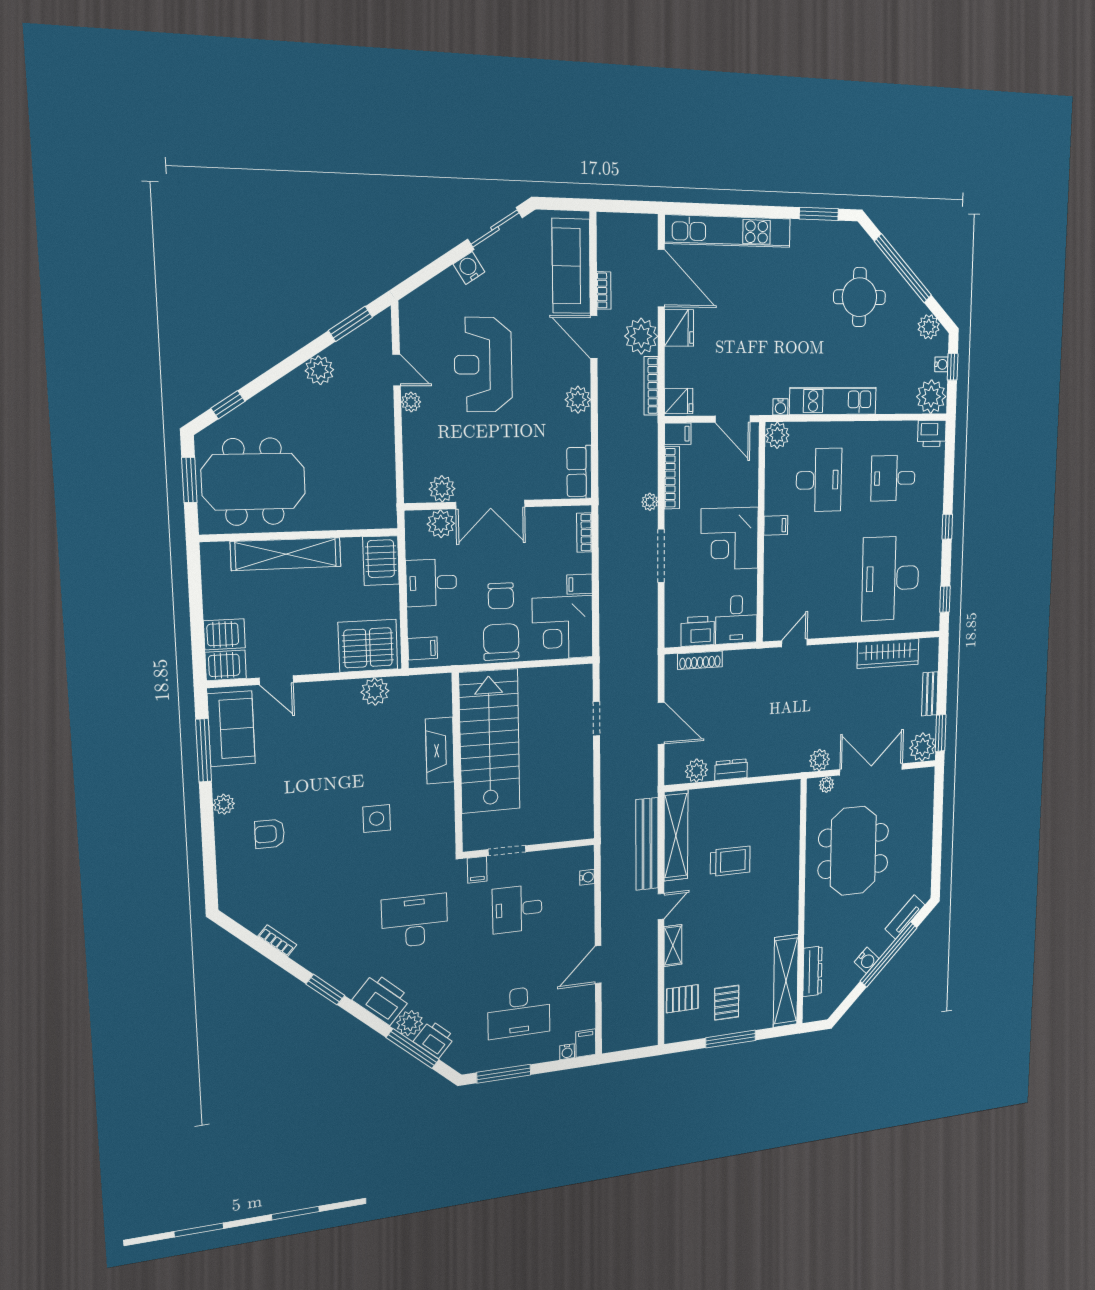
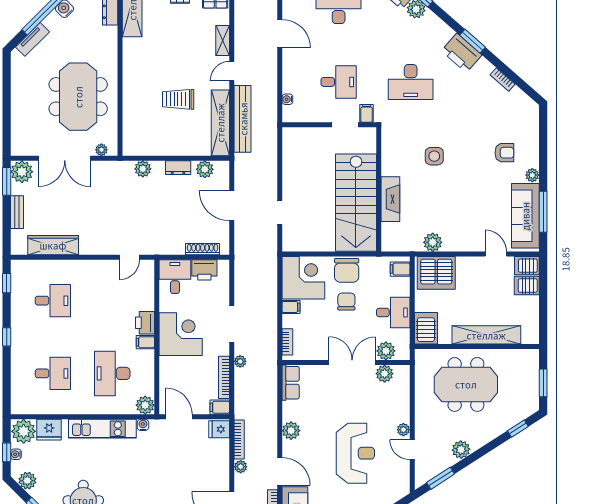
fridge: (679, 328) -> (49, 430), moved, turned -90
plant: (641, 336) -> (241, 467), width x0.53, depth x0.53
printer: (932, 433) -> (145, 323), moved, turned -90
meeting table: (253, 482) -> (466, 384), moved
desk: (890, 578) -> (53, 301), width x0.53, depth x0.77
sofa: (231, 729) -> (525, 216), width x1.36
plant: (819, 760) -> (143, 169), moved
door: (598, 965) -> (280, 34), hinge flipped
printer: (382, 999) -> (462, 53), moved

